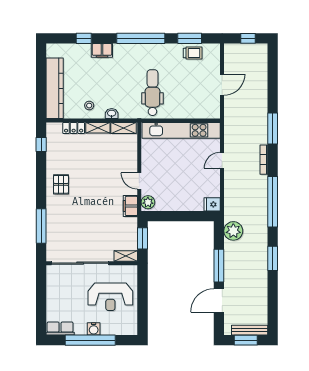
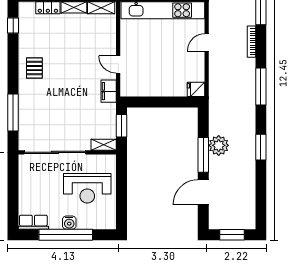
plant: (148, 202) -> (127, 87), removed
window: (273, 202) -> (261, 87), width x0.68
plant: (233, 231) -> (219, 145), moved
bench: (250, 330) -> (236, 224), removed

